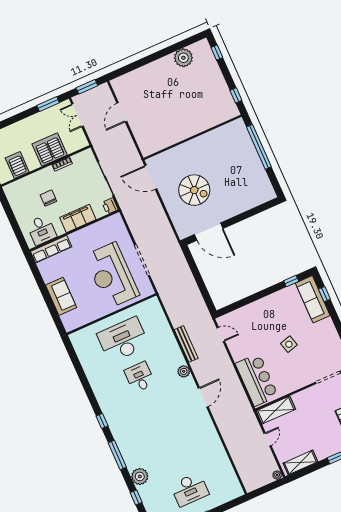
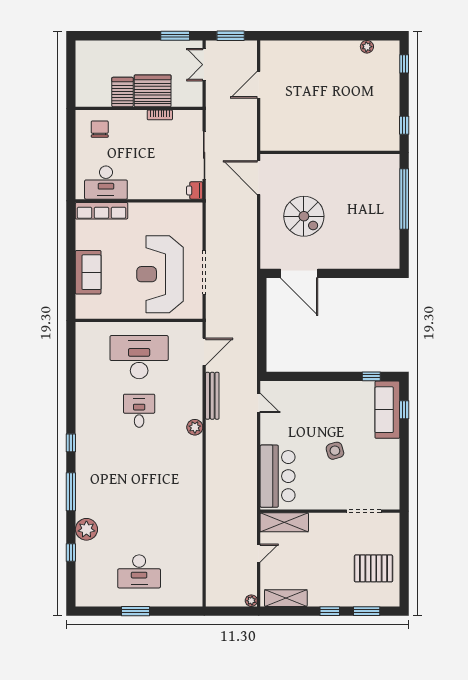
plant: (183, 58) -> (367, 47), width x0.53, depth x0.53
server rack: (17, 165) -> (122, 92), moved
chair: (48, 198) -> (100, 129), moved
filing cabinet: (78, 218) -> (150, 188), removed
desk: (41, 230) -> (106, 183), width x1.37
door: (203, 397) -> (204, 352), moved

